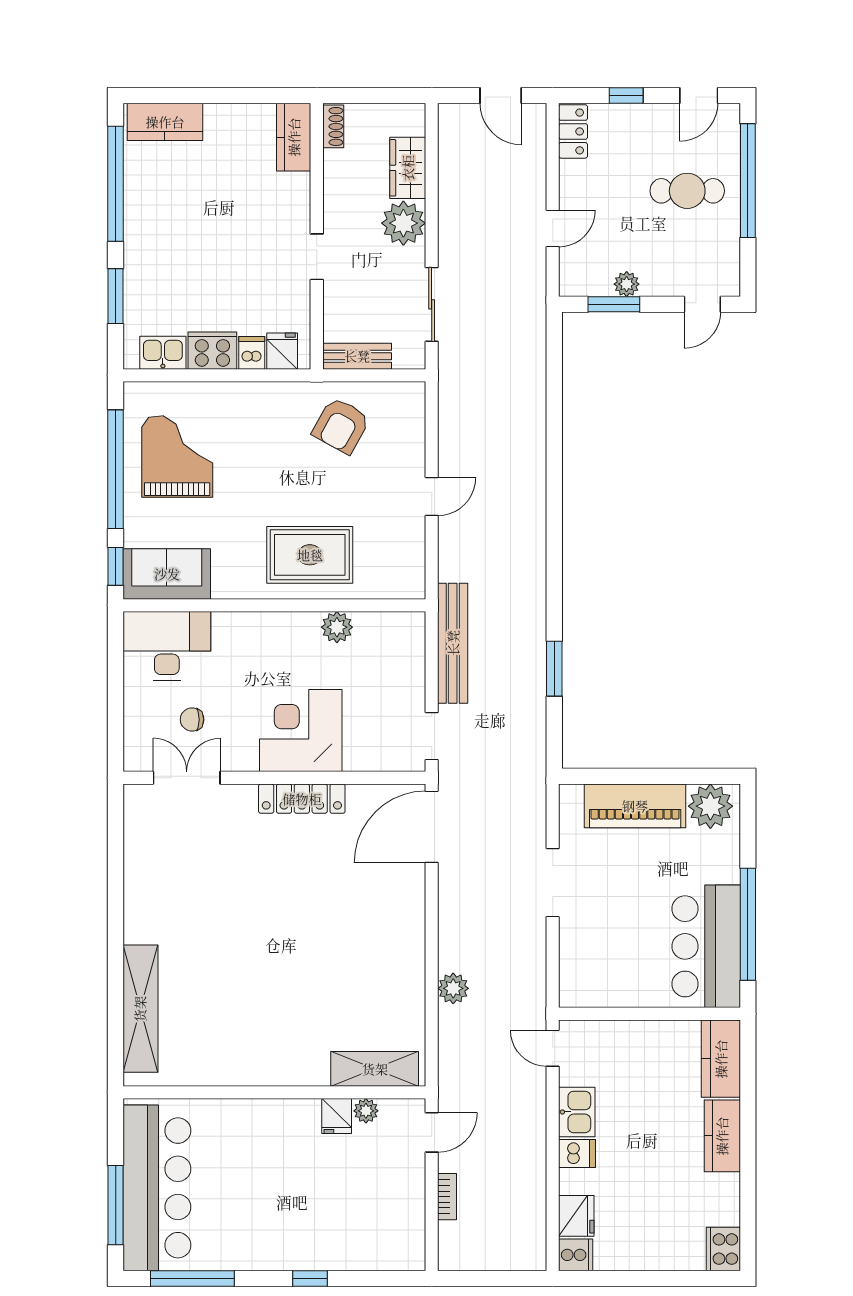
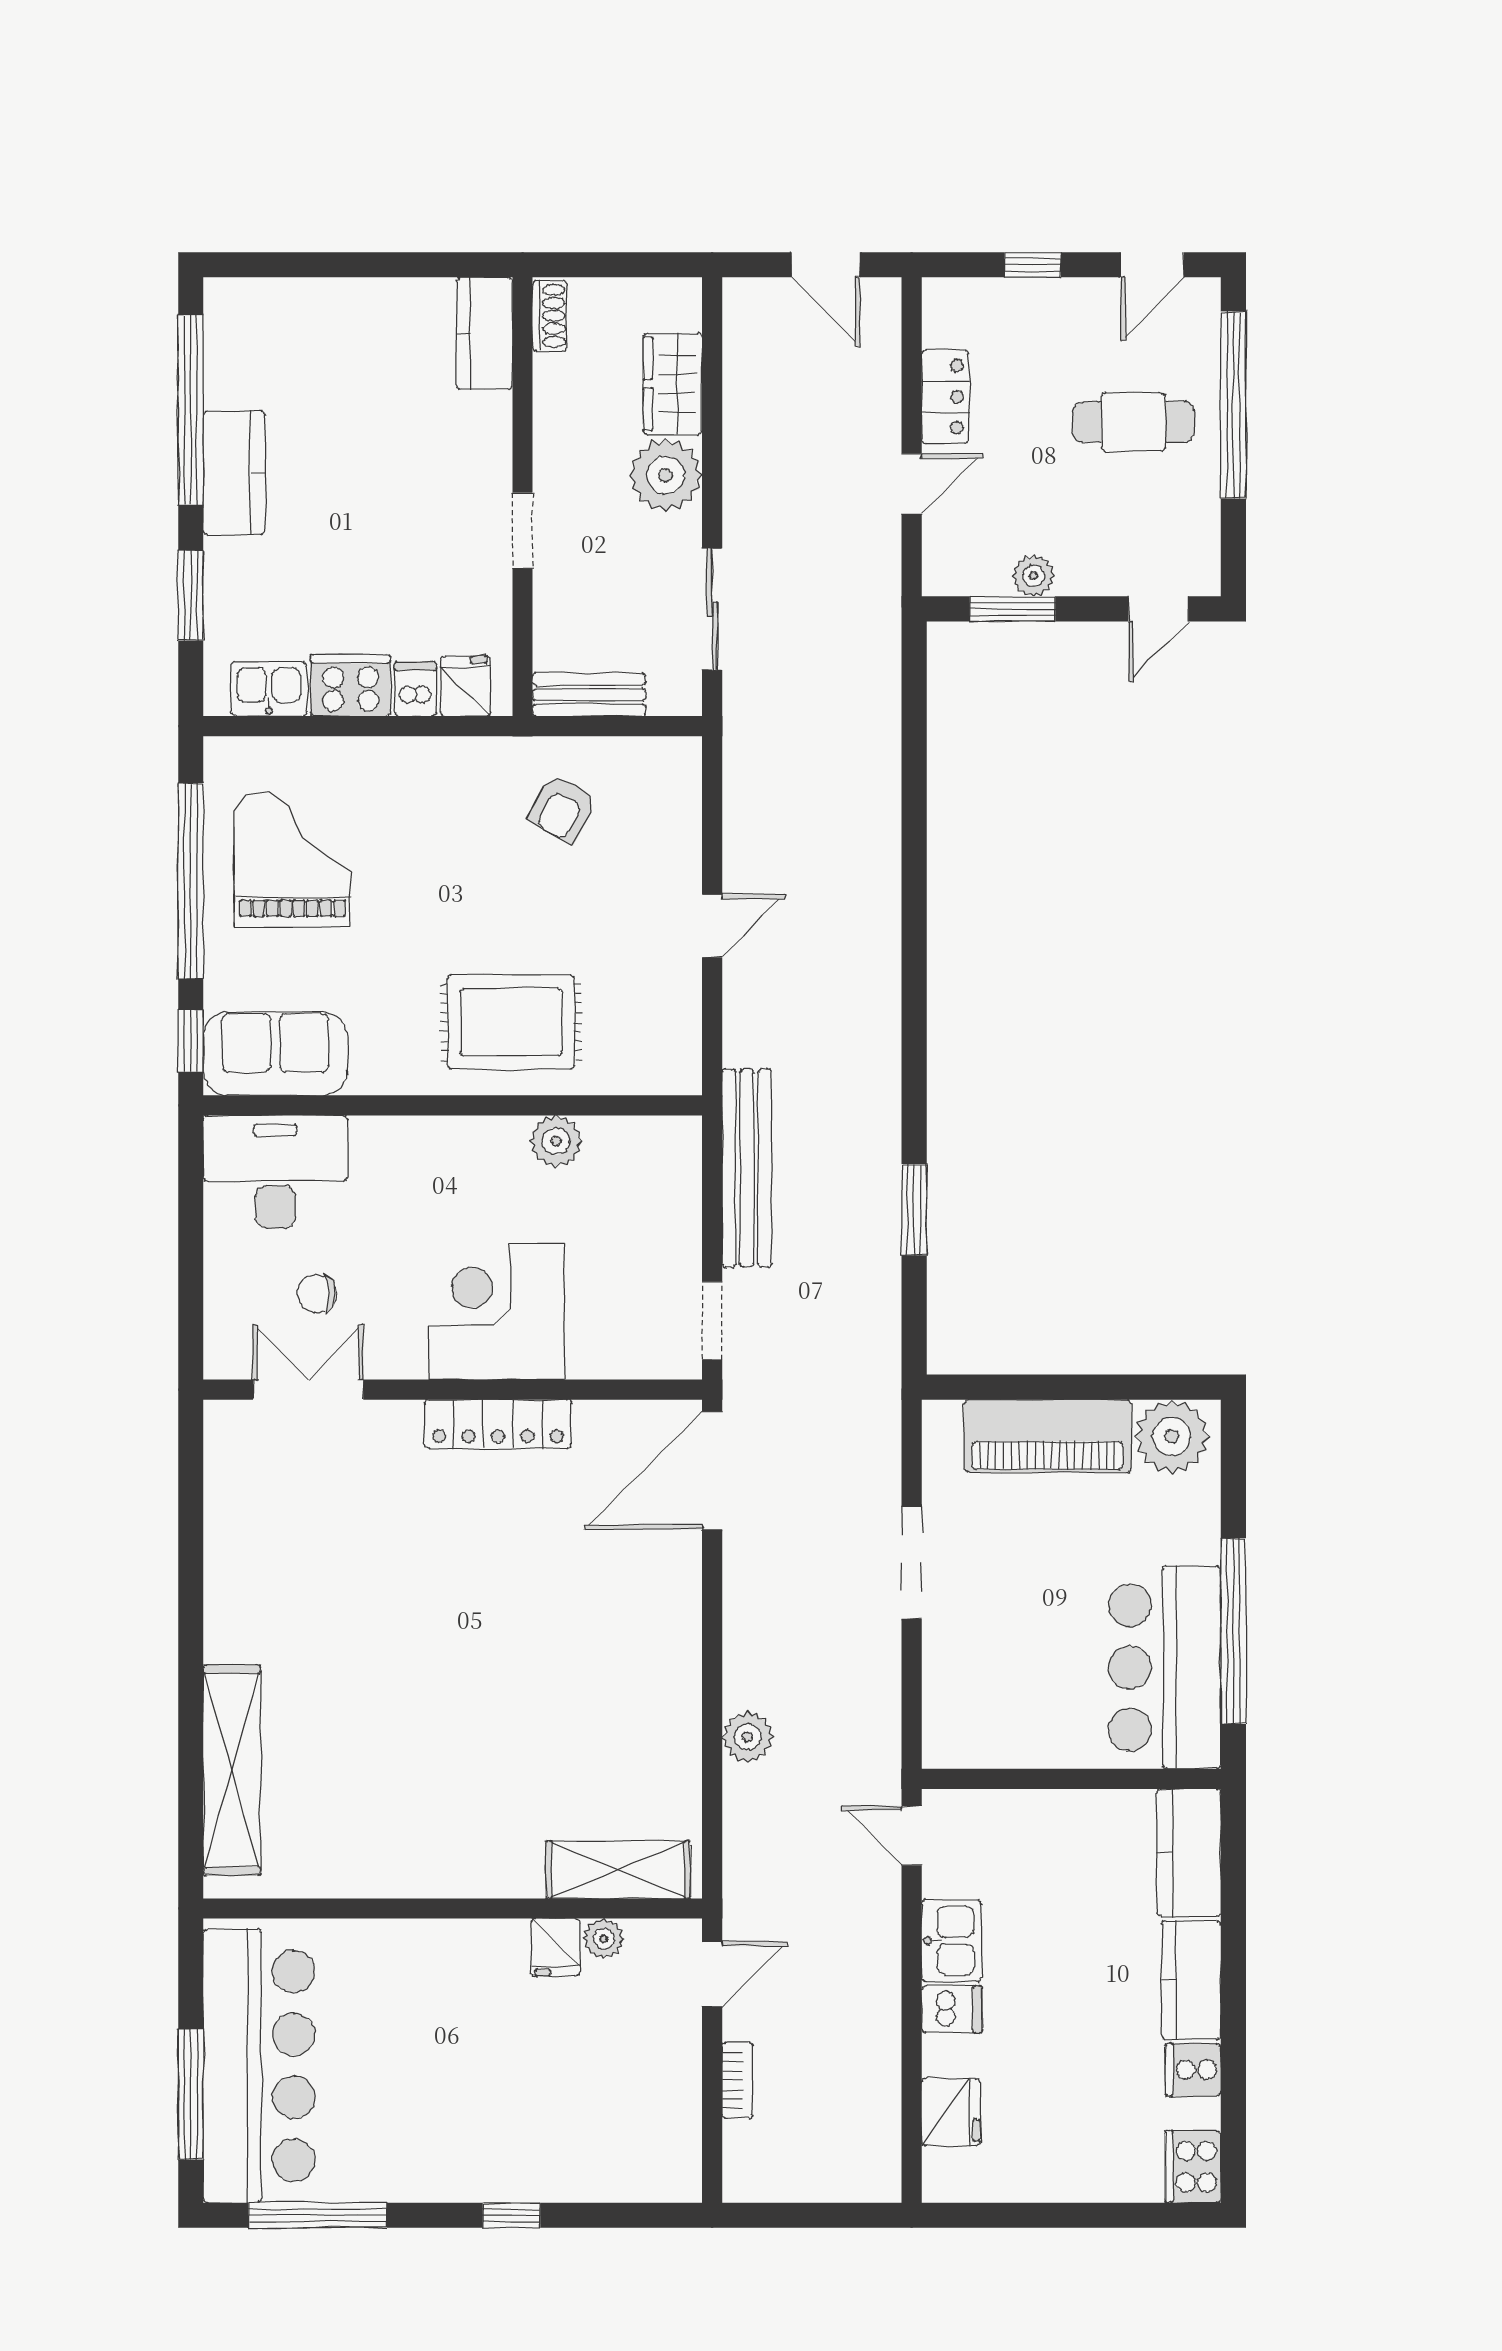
kitchen counter: (165, 122) -> (234, 473), moved, turned -90
locker: (573, 131) -> (945, 397), moved
armchair: (341, 426) -> (563, 809), width x0.72, depth x0.72
cooker: (576, 1255) -> (1193, 2070), moved, turned 180

